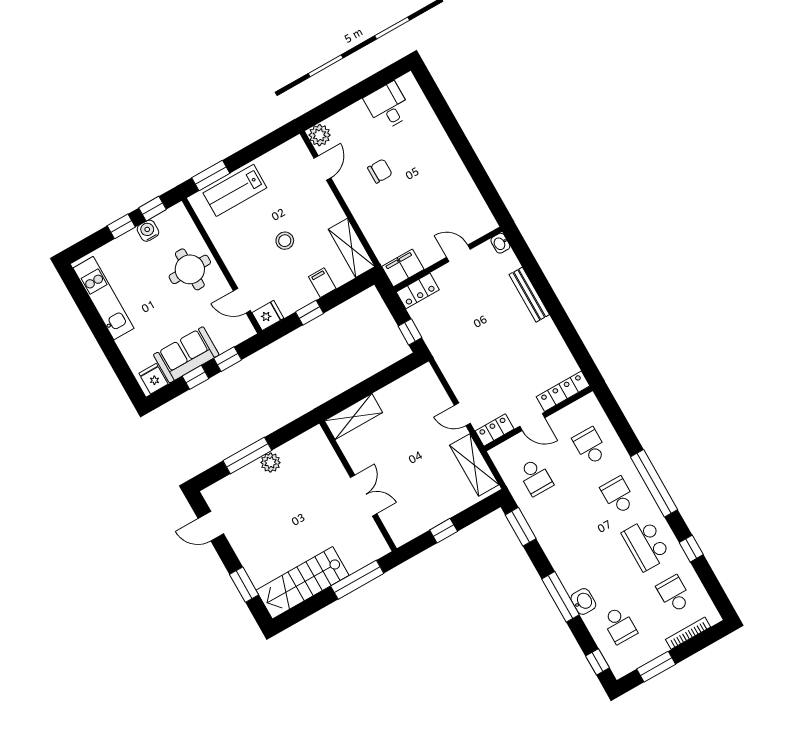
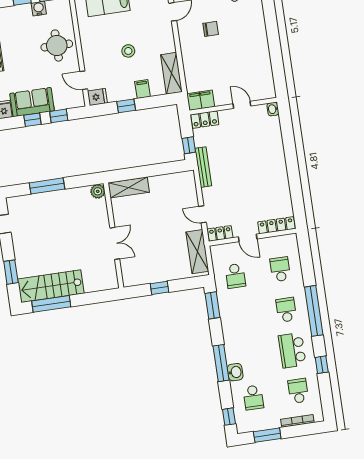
bench: (529, 295) -> (203, 167), moved
plant: (270, 463) -> (98, 191), moved
window: (357, 580) -> (51, 304), moved

